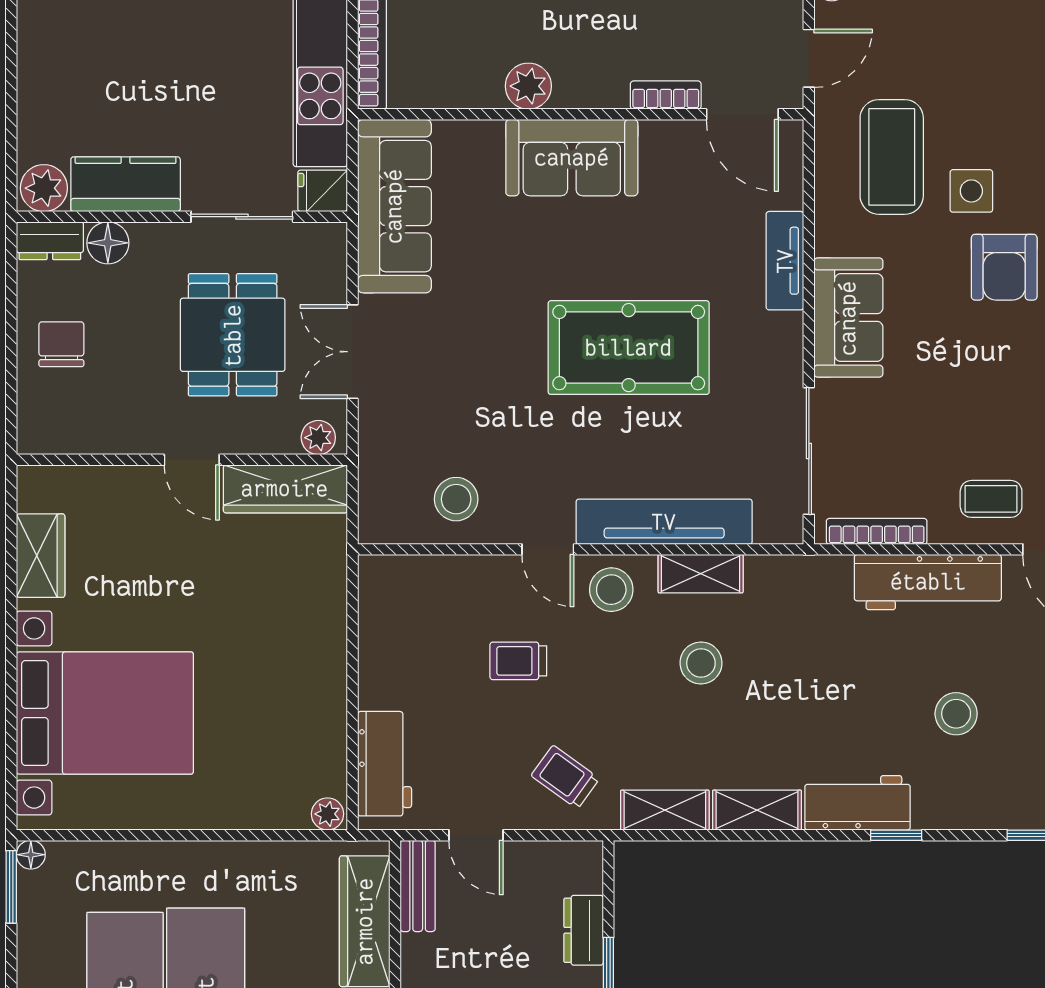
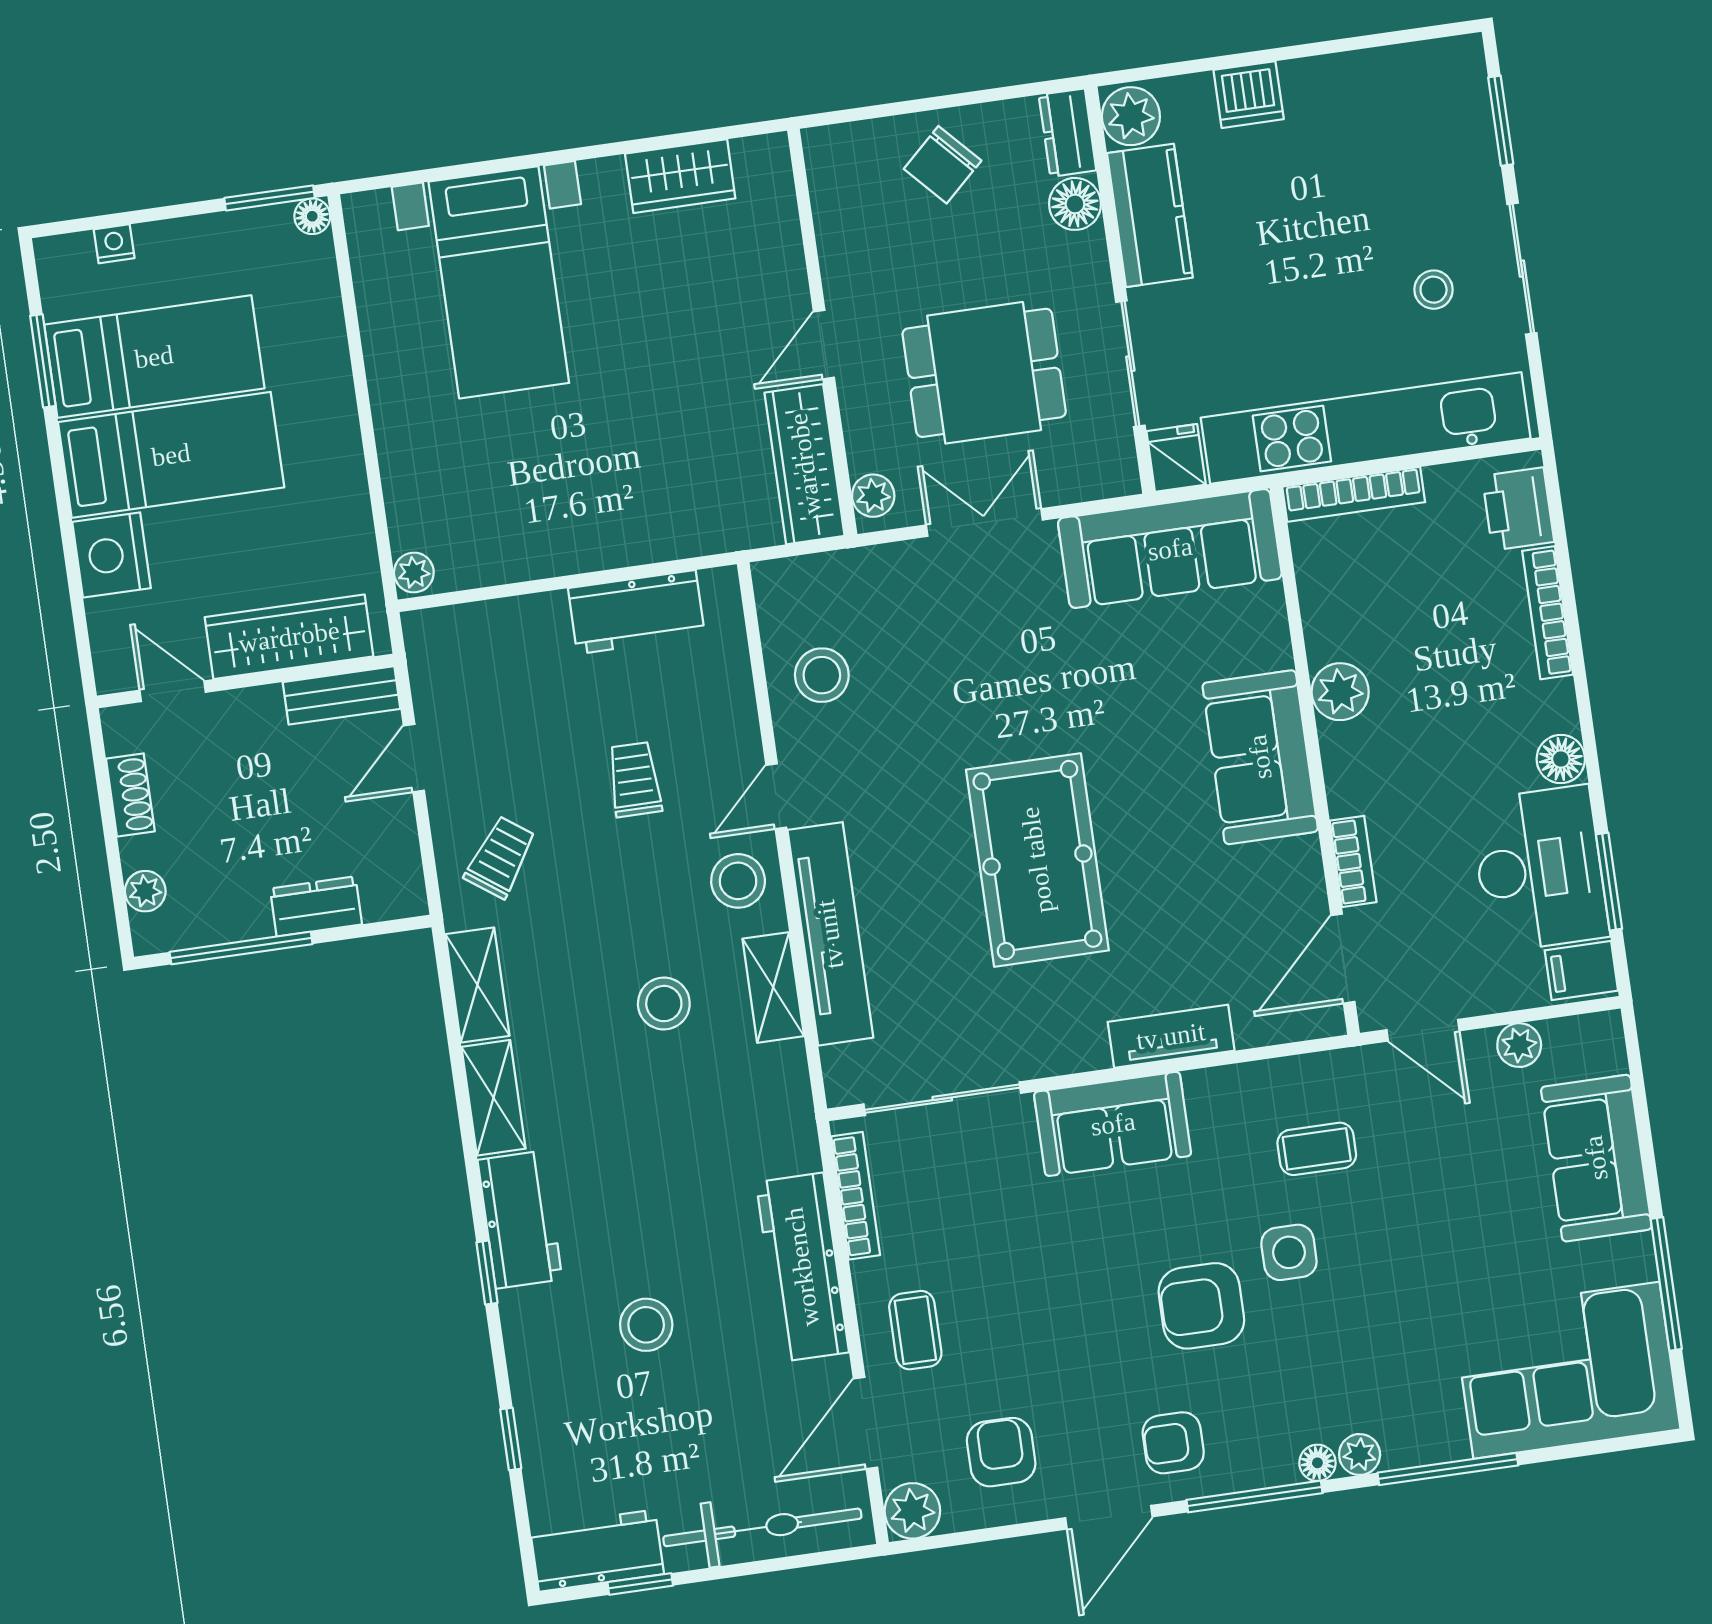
dishwasher: (40, 91) -> (1249, 95), added
coffee table: (892, 157) -> (1317, 1149), width x0.54, depth x0.58
chair: (61, 344) -> (943, 165), turned 137
bed with nightstands: (105, 713) -> (499, 282), width x0.73
workbench: (385, 764) -> (636, 612), moved

